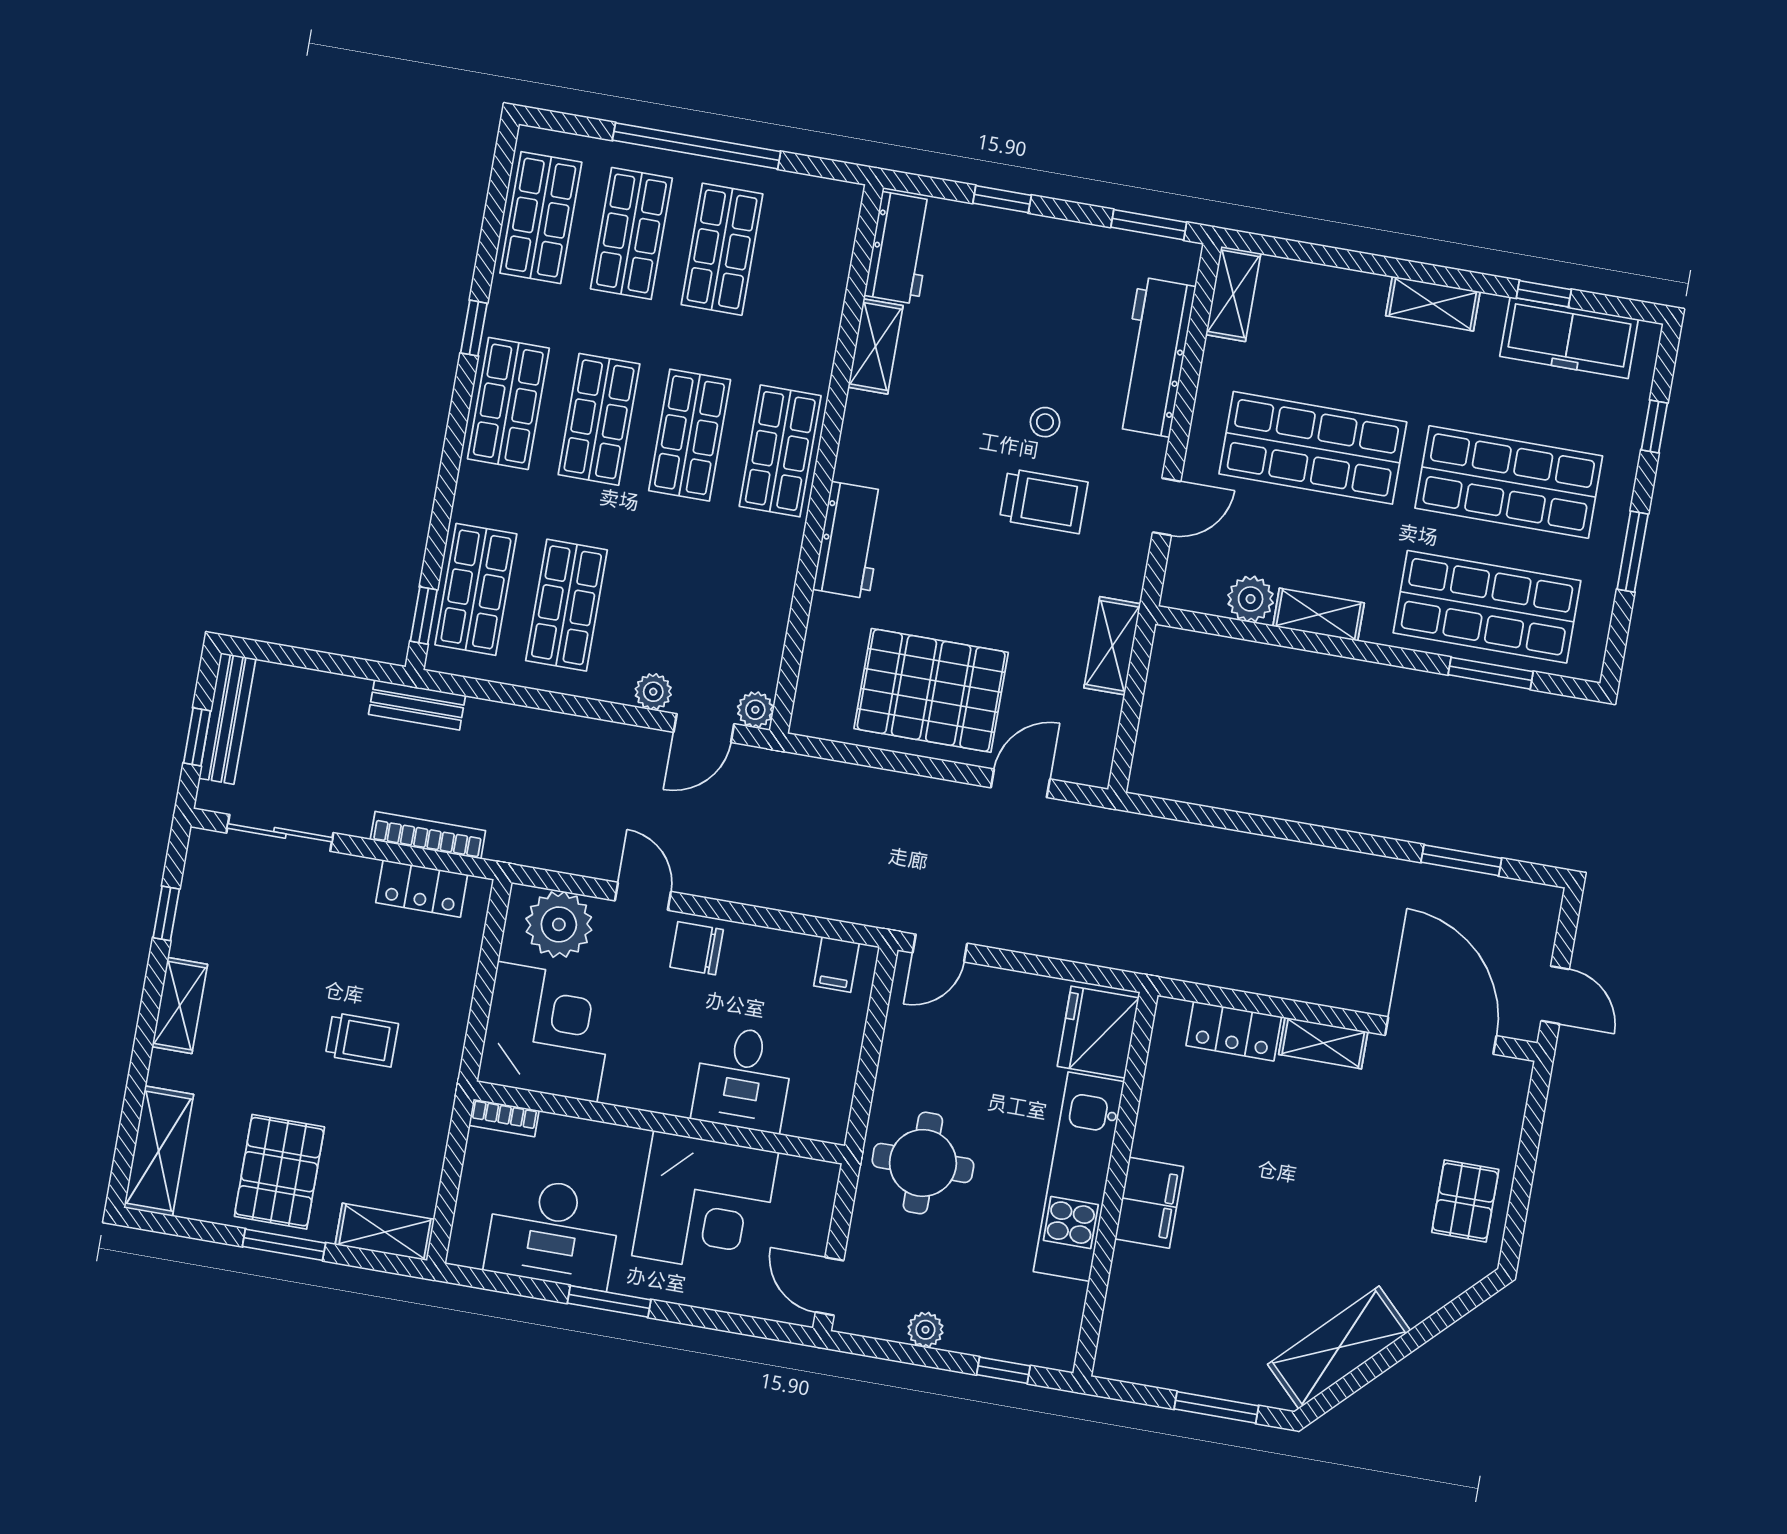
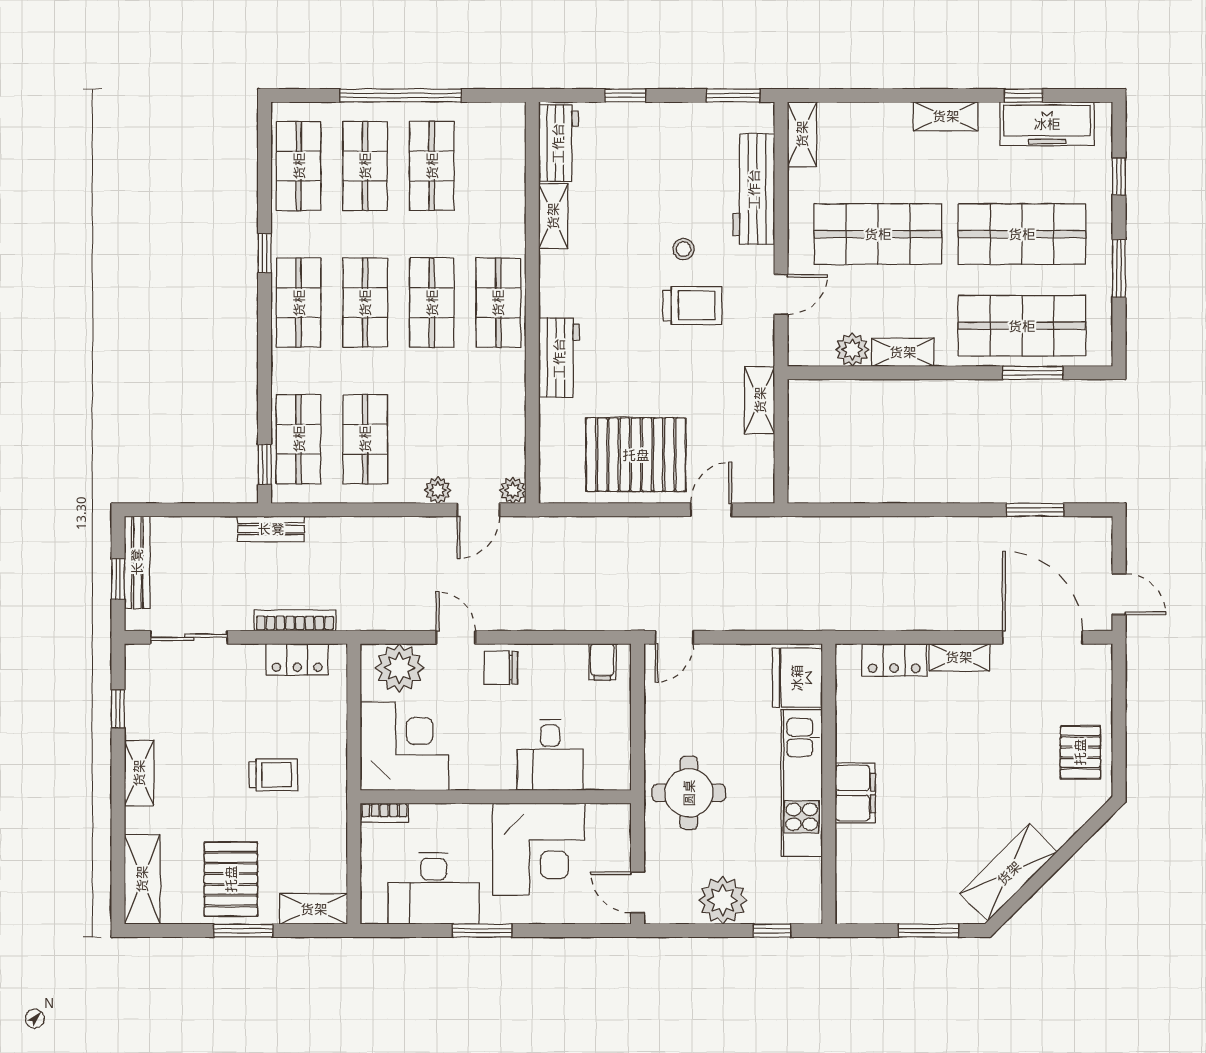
plant: (925, 1330) -> (723, 900), width x1.87, depth x1.87

